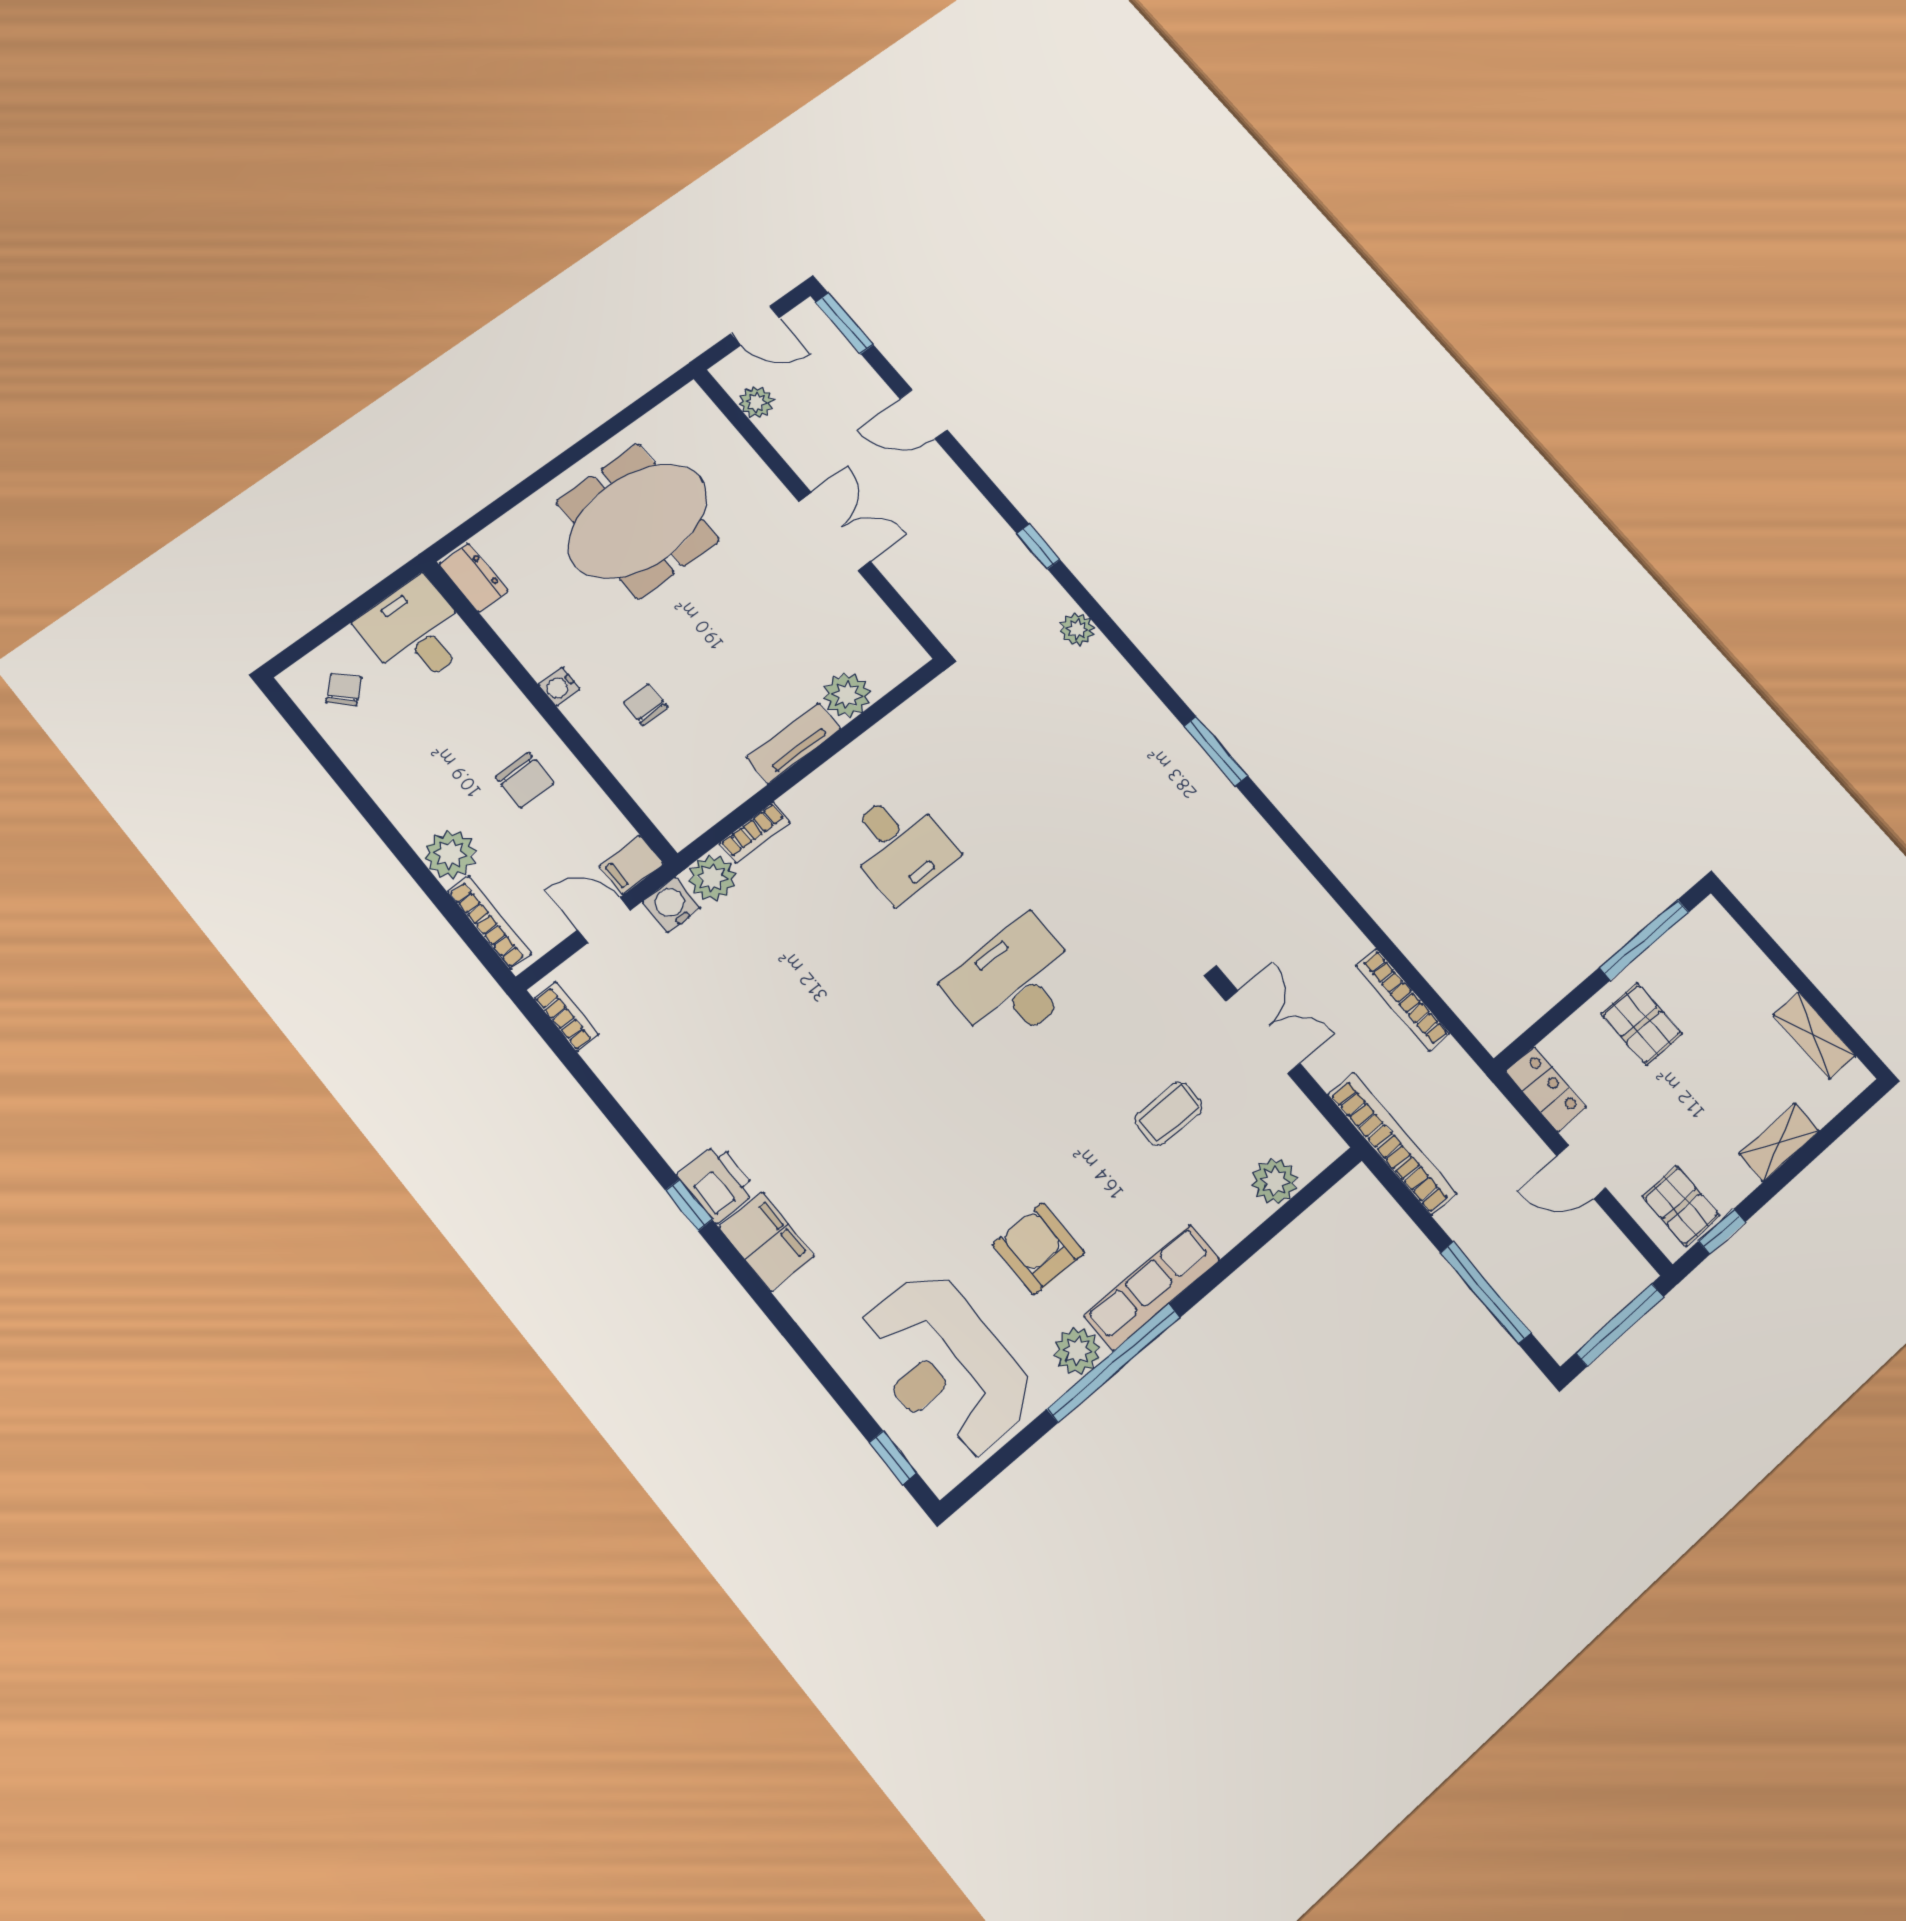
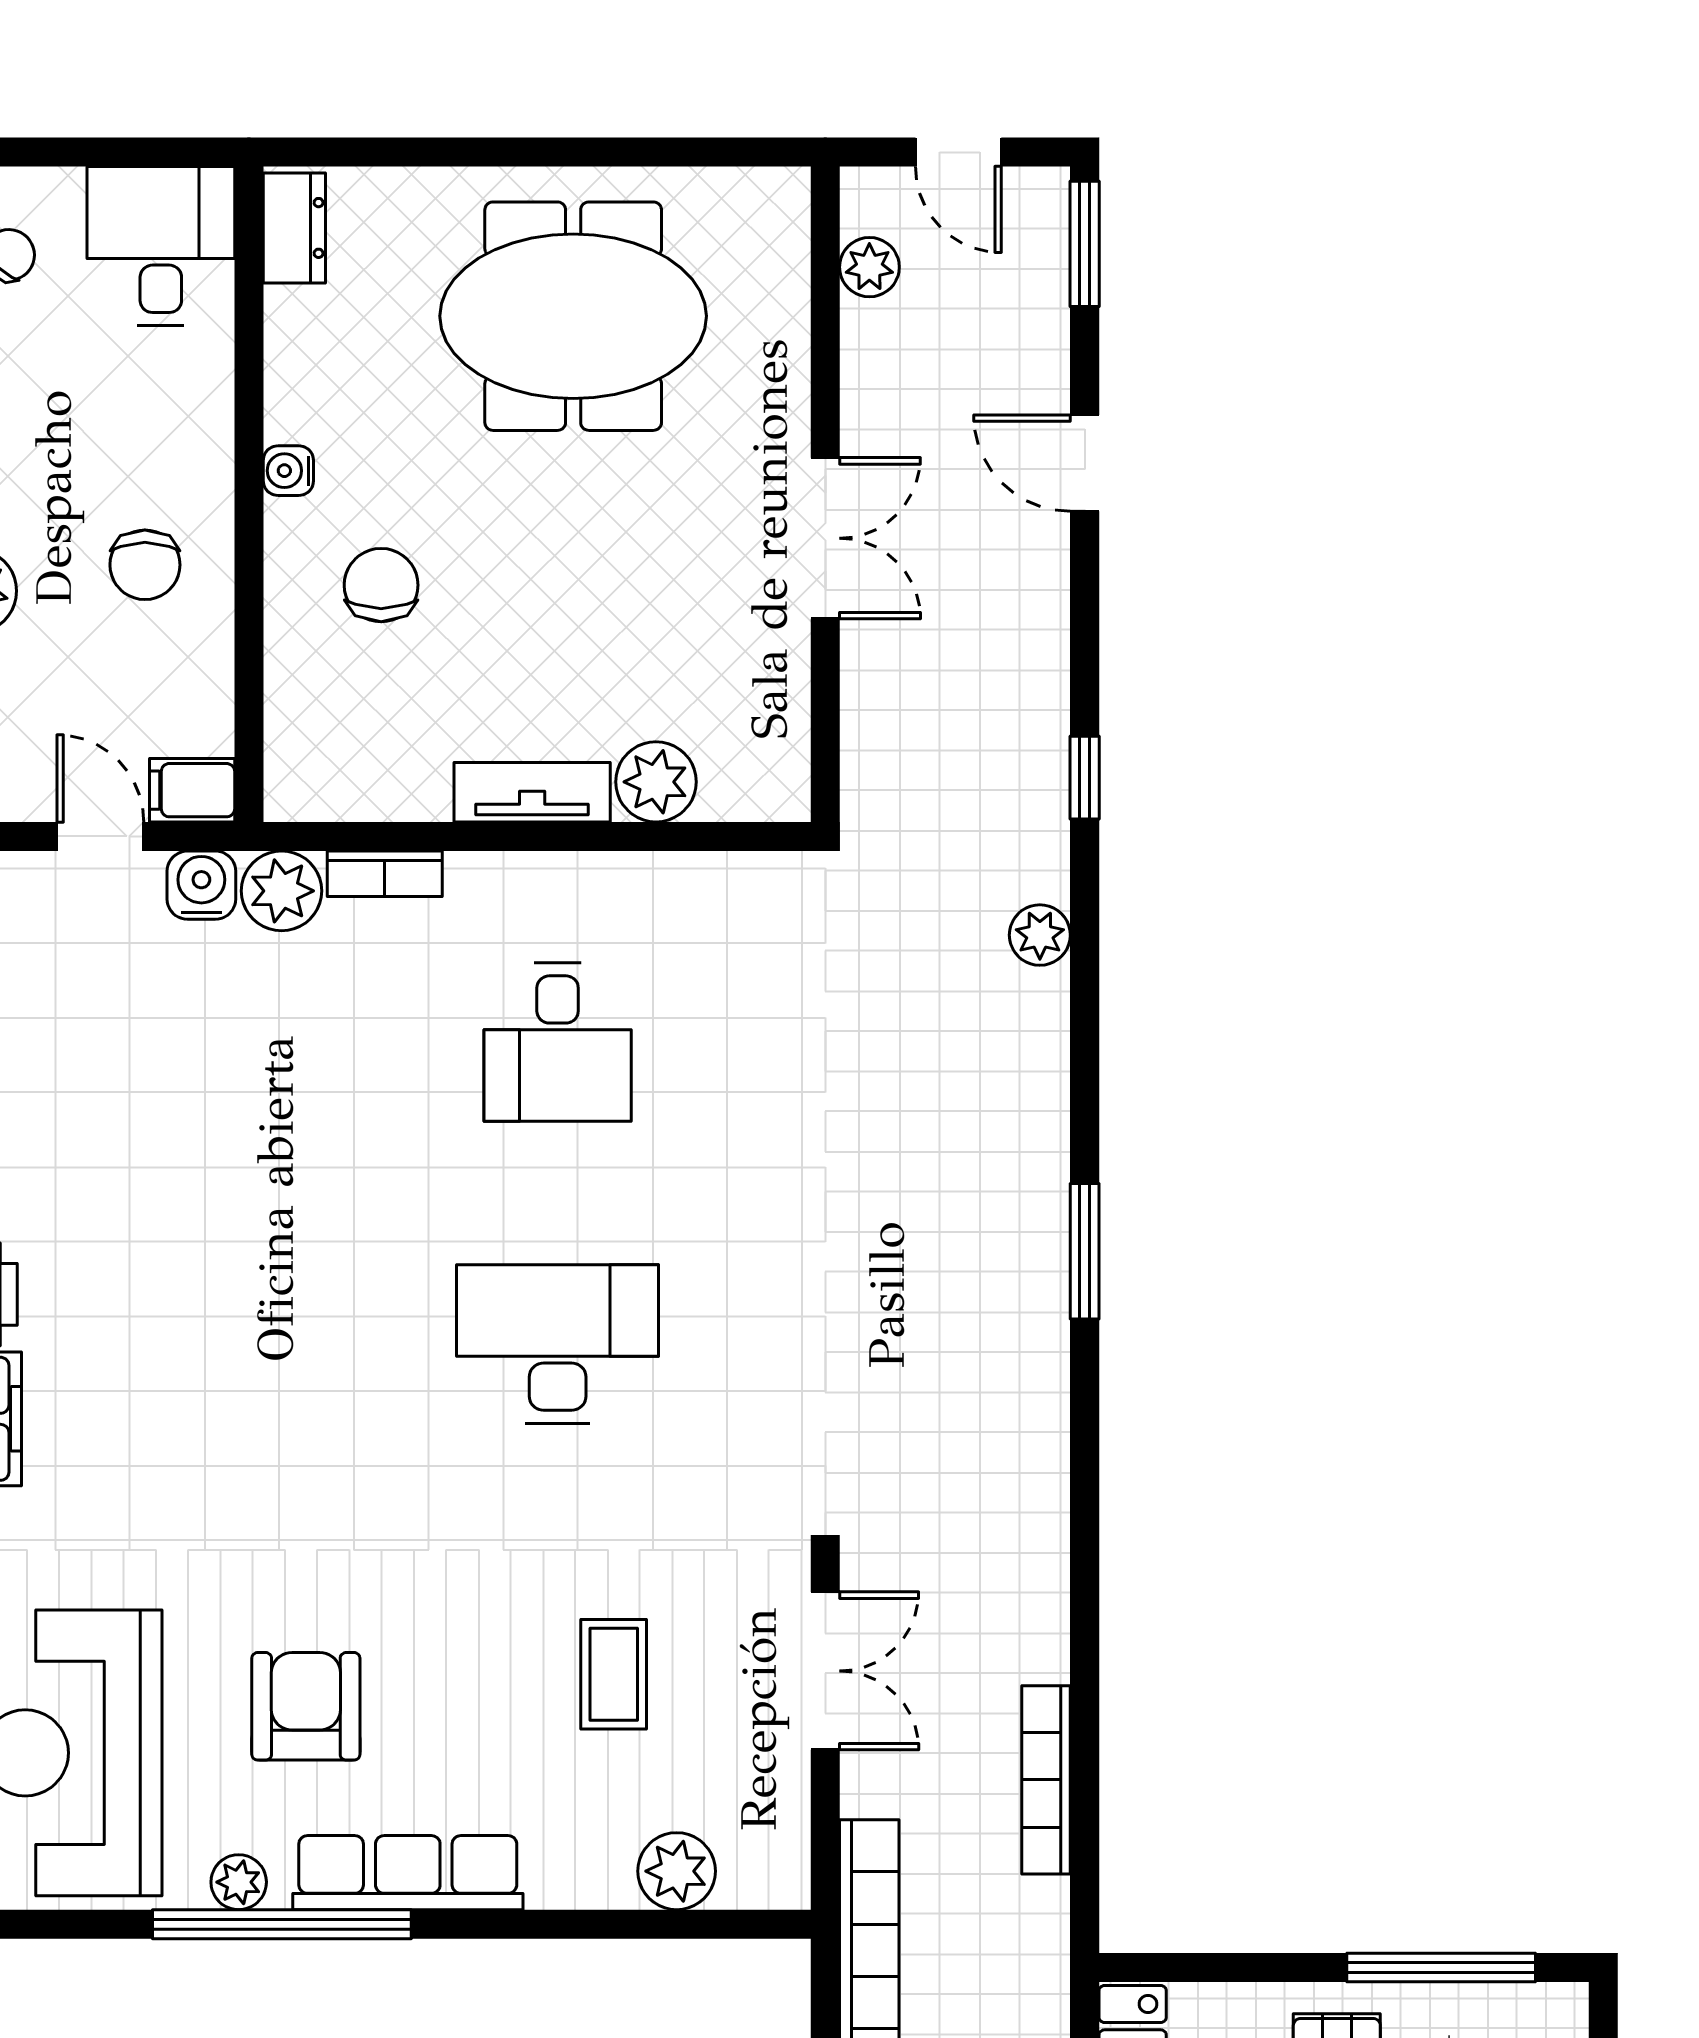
chair: (646, 705) -> (381, 585), width x1.37, depth x1.37
coffee table: (1169, 1114) -> (614, 1674), turned 90
plant: (1077, 1351) -> (239, 1882), width x0.73, depth x0.73

